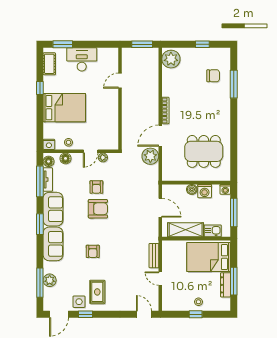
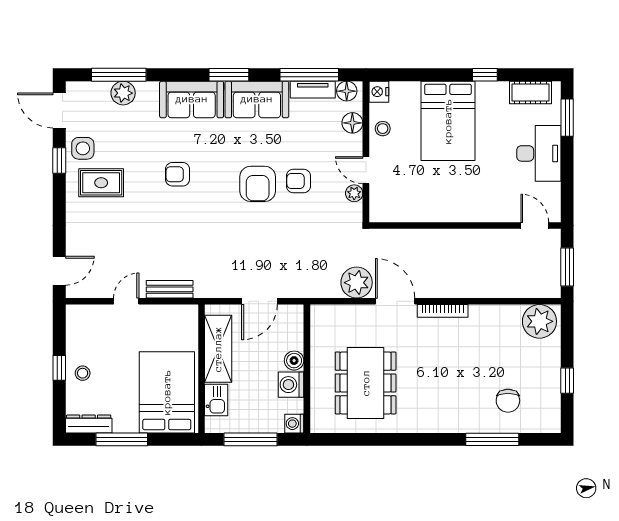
door: (120, 81) -> (535, 225), moved
dresser: (226, 285) -> (89, 424), moved

